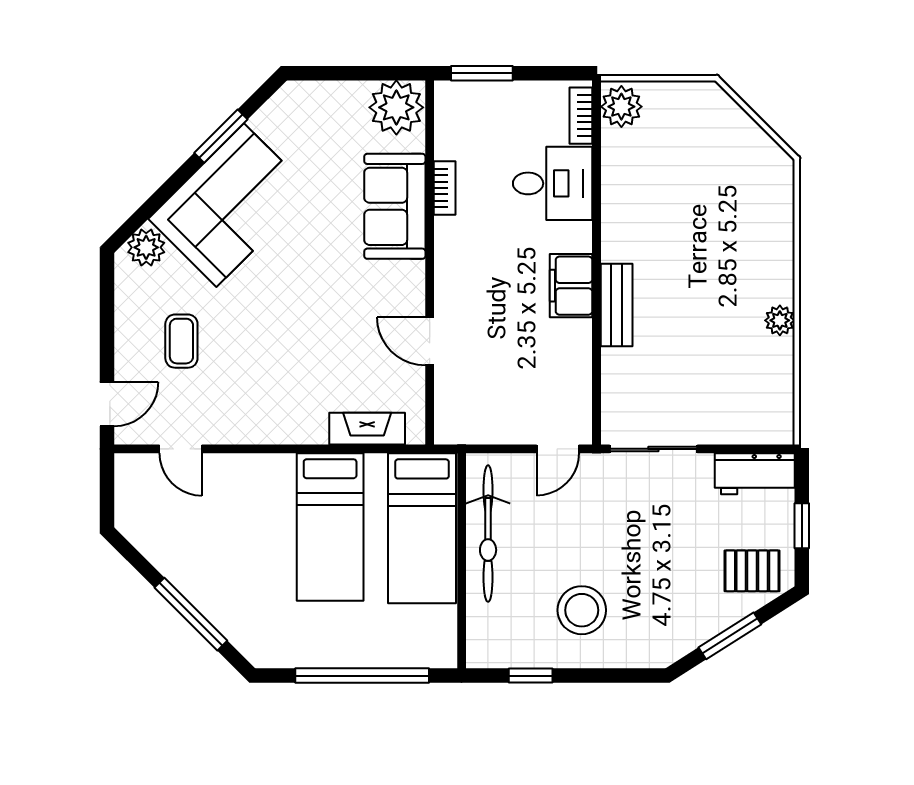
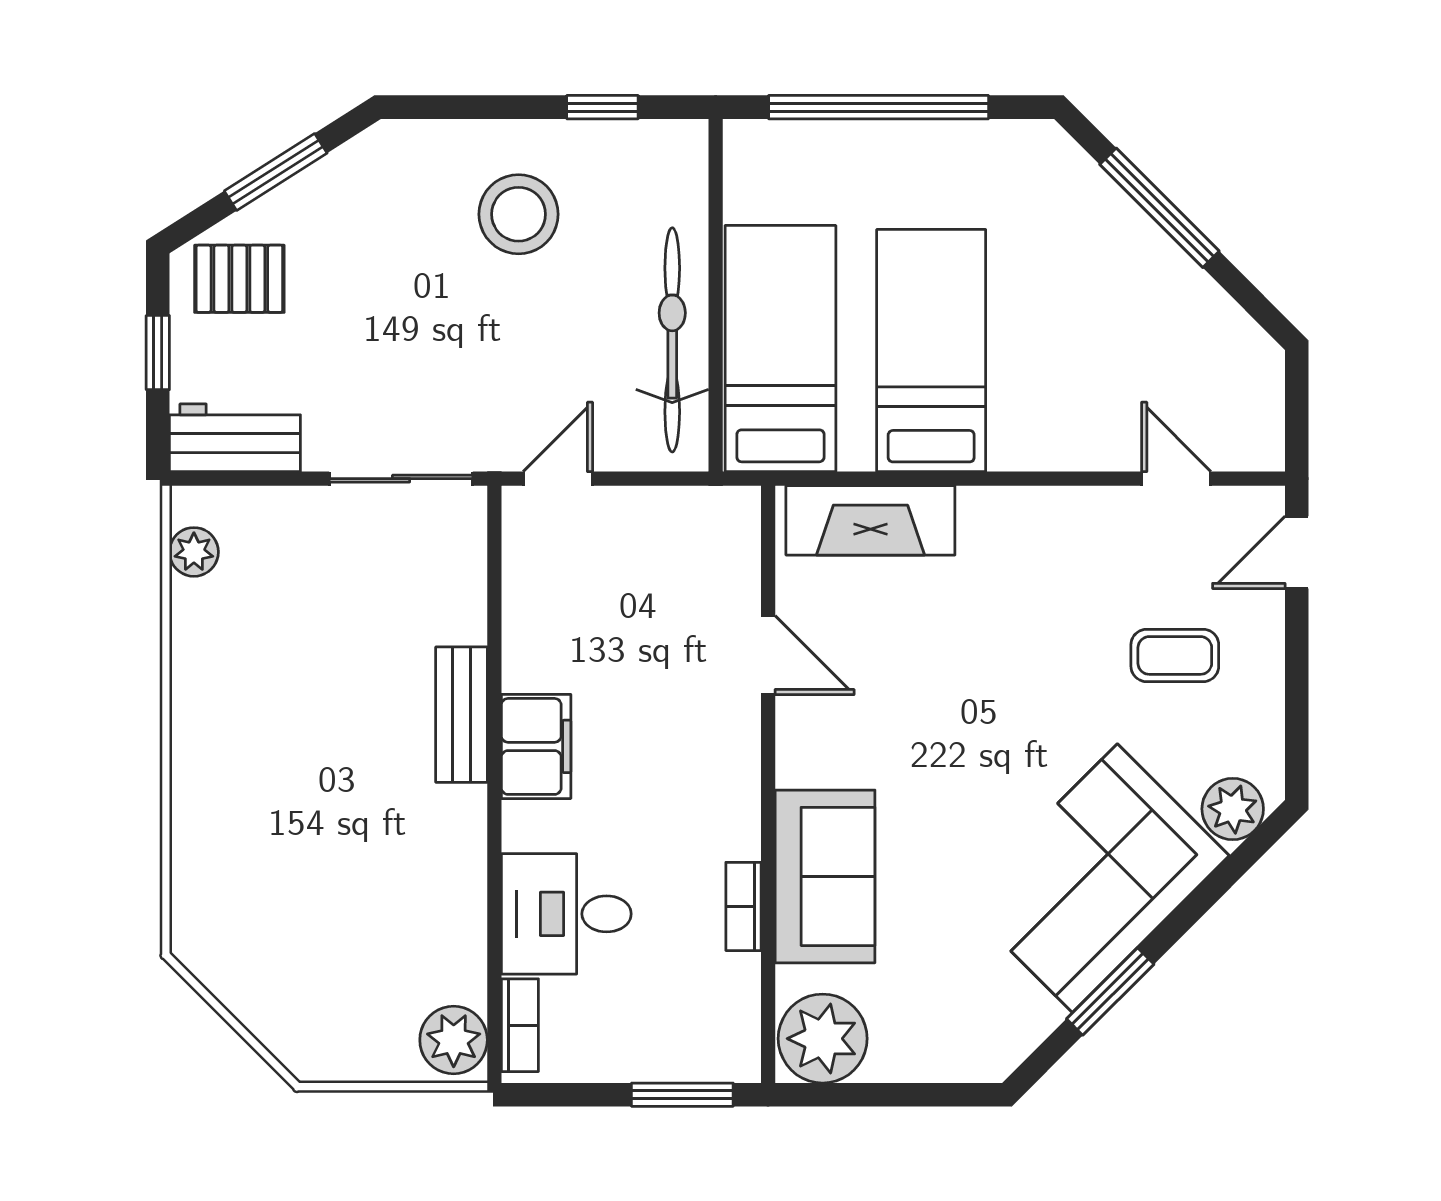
plant: (780, 320) -> (194, 552), moved
coffee table: (181, 341) -> (1175, 655), turned 90
fireplace: (367, 429) -> (870, 520), width x1.37, depth x1.32

